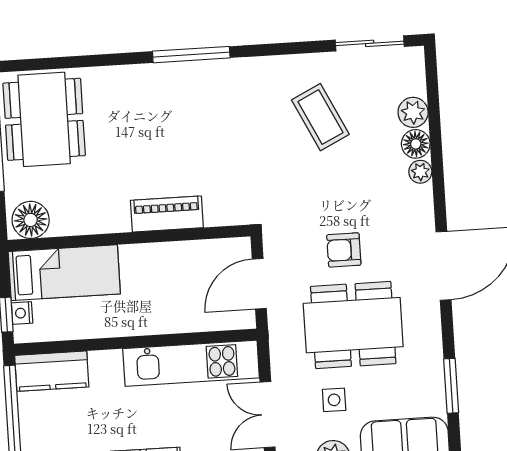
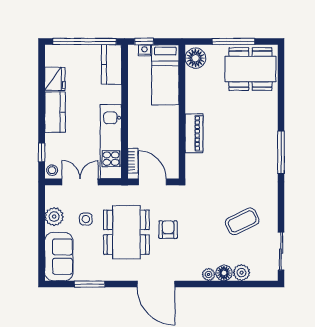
bookcase: (223, 322) -> (133, 161), added

